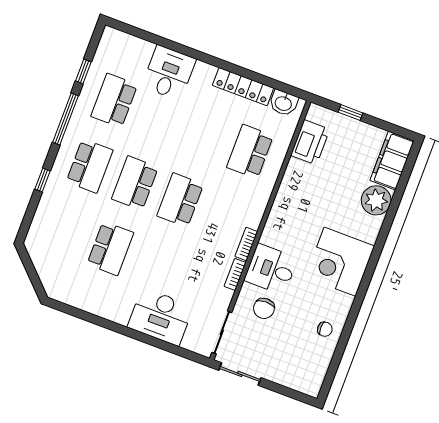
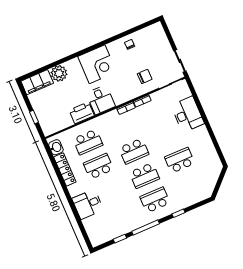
school desk: (114, 100) -> (98, 166), moved, turned 180
printer: (310, 142) -> (82, 113), moved
desk: (271, 269) -> (101, 100), moved

